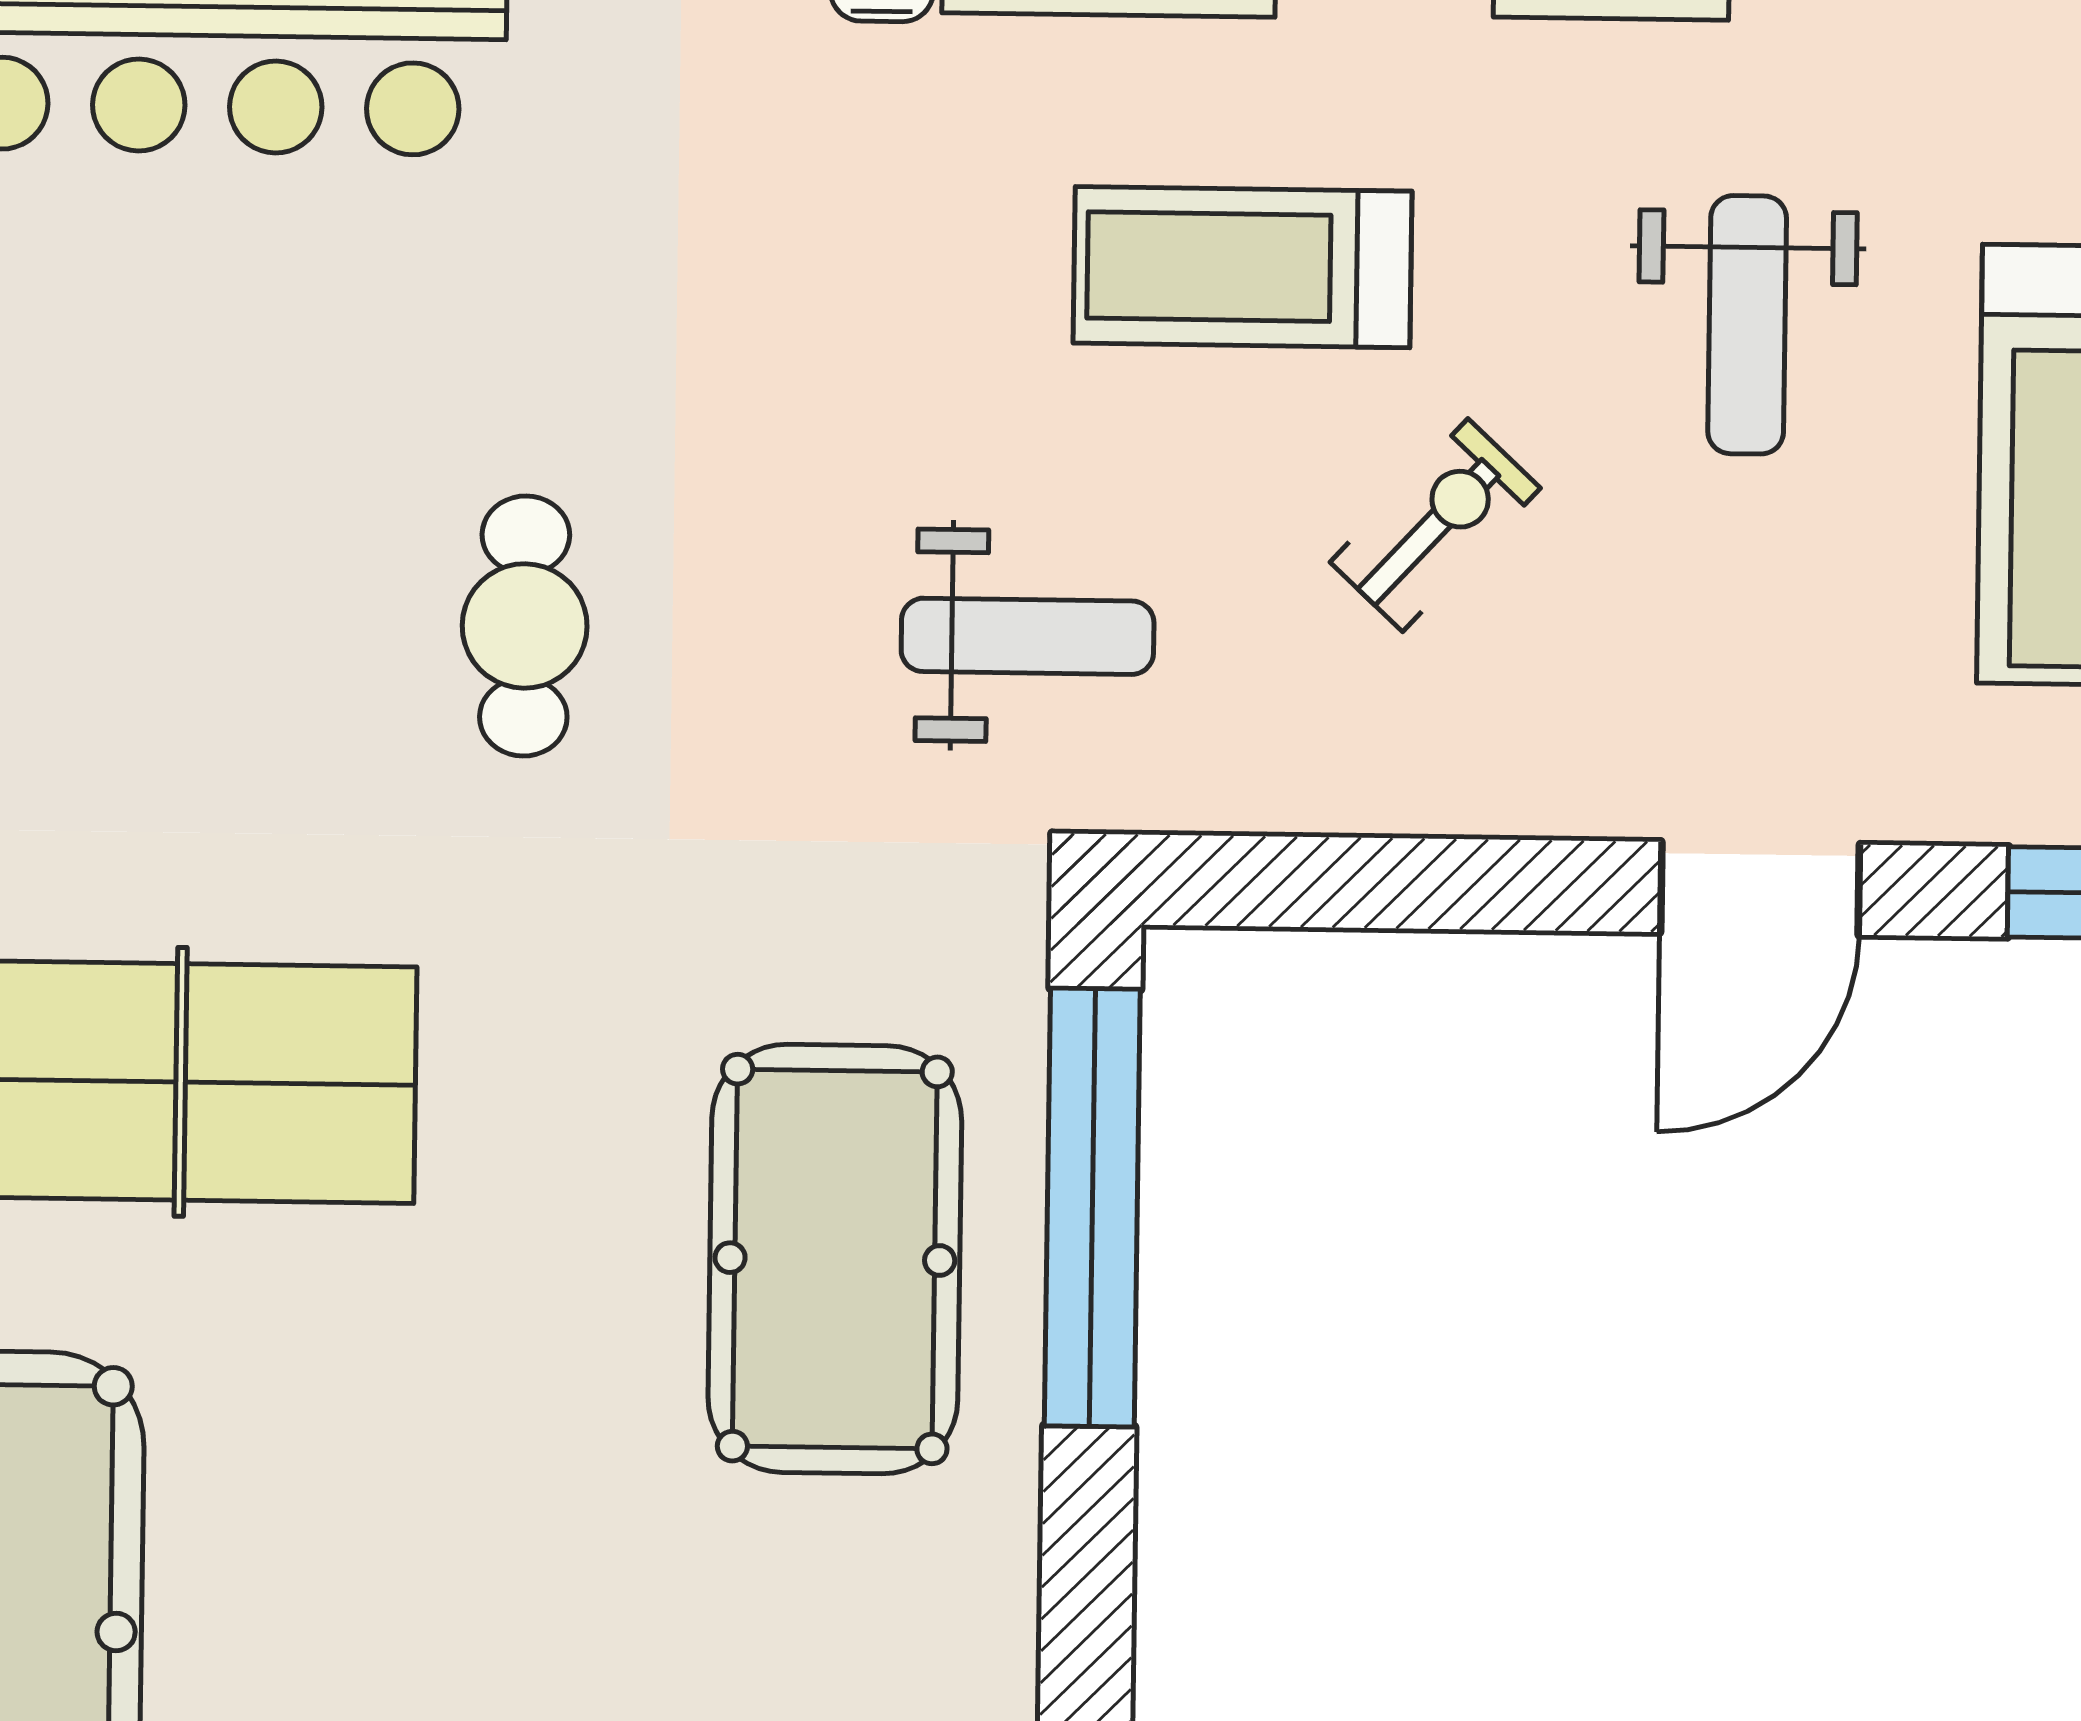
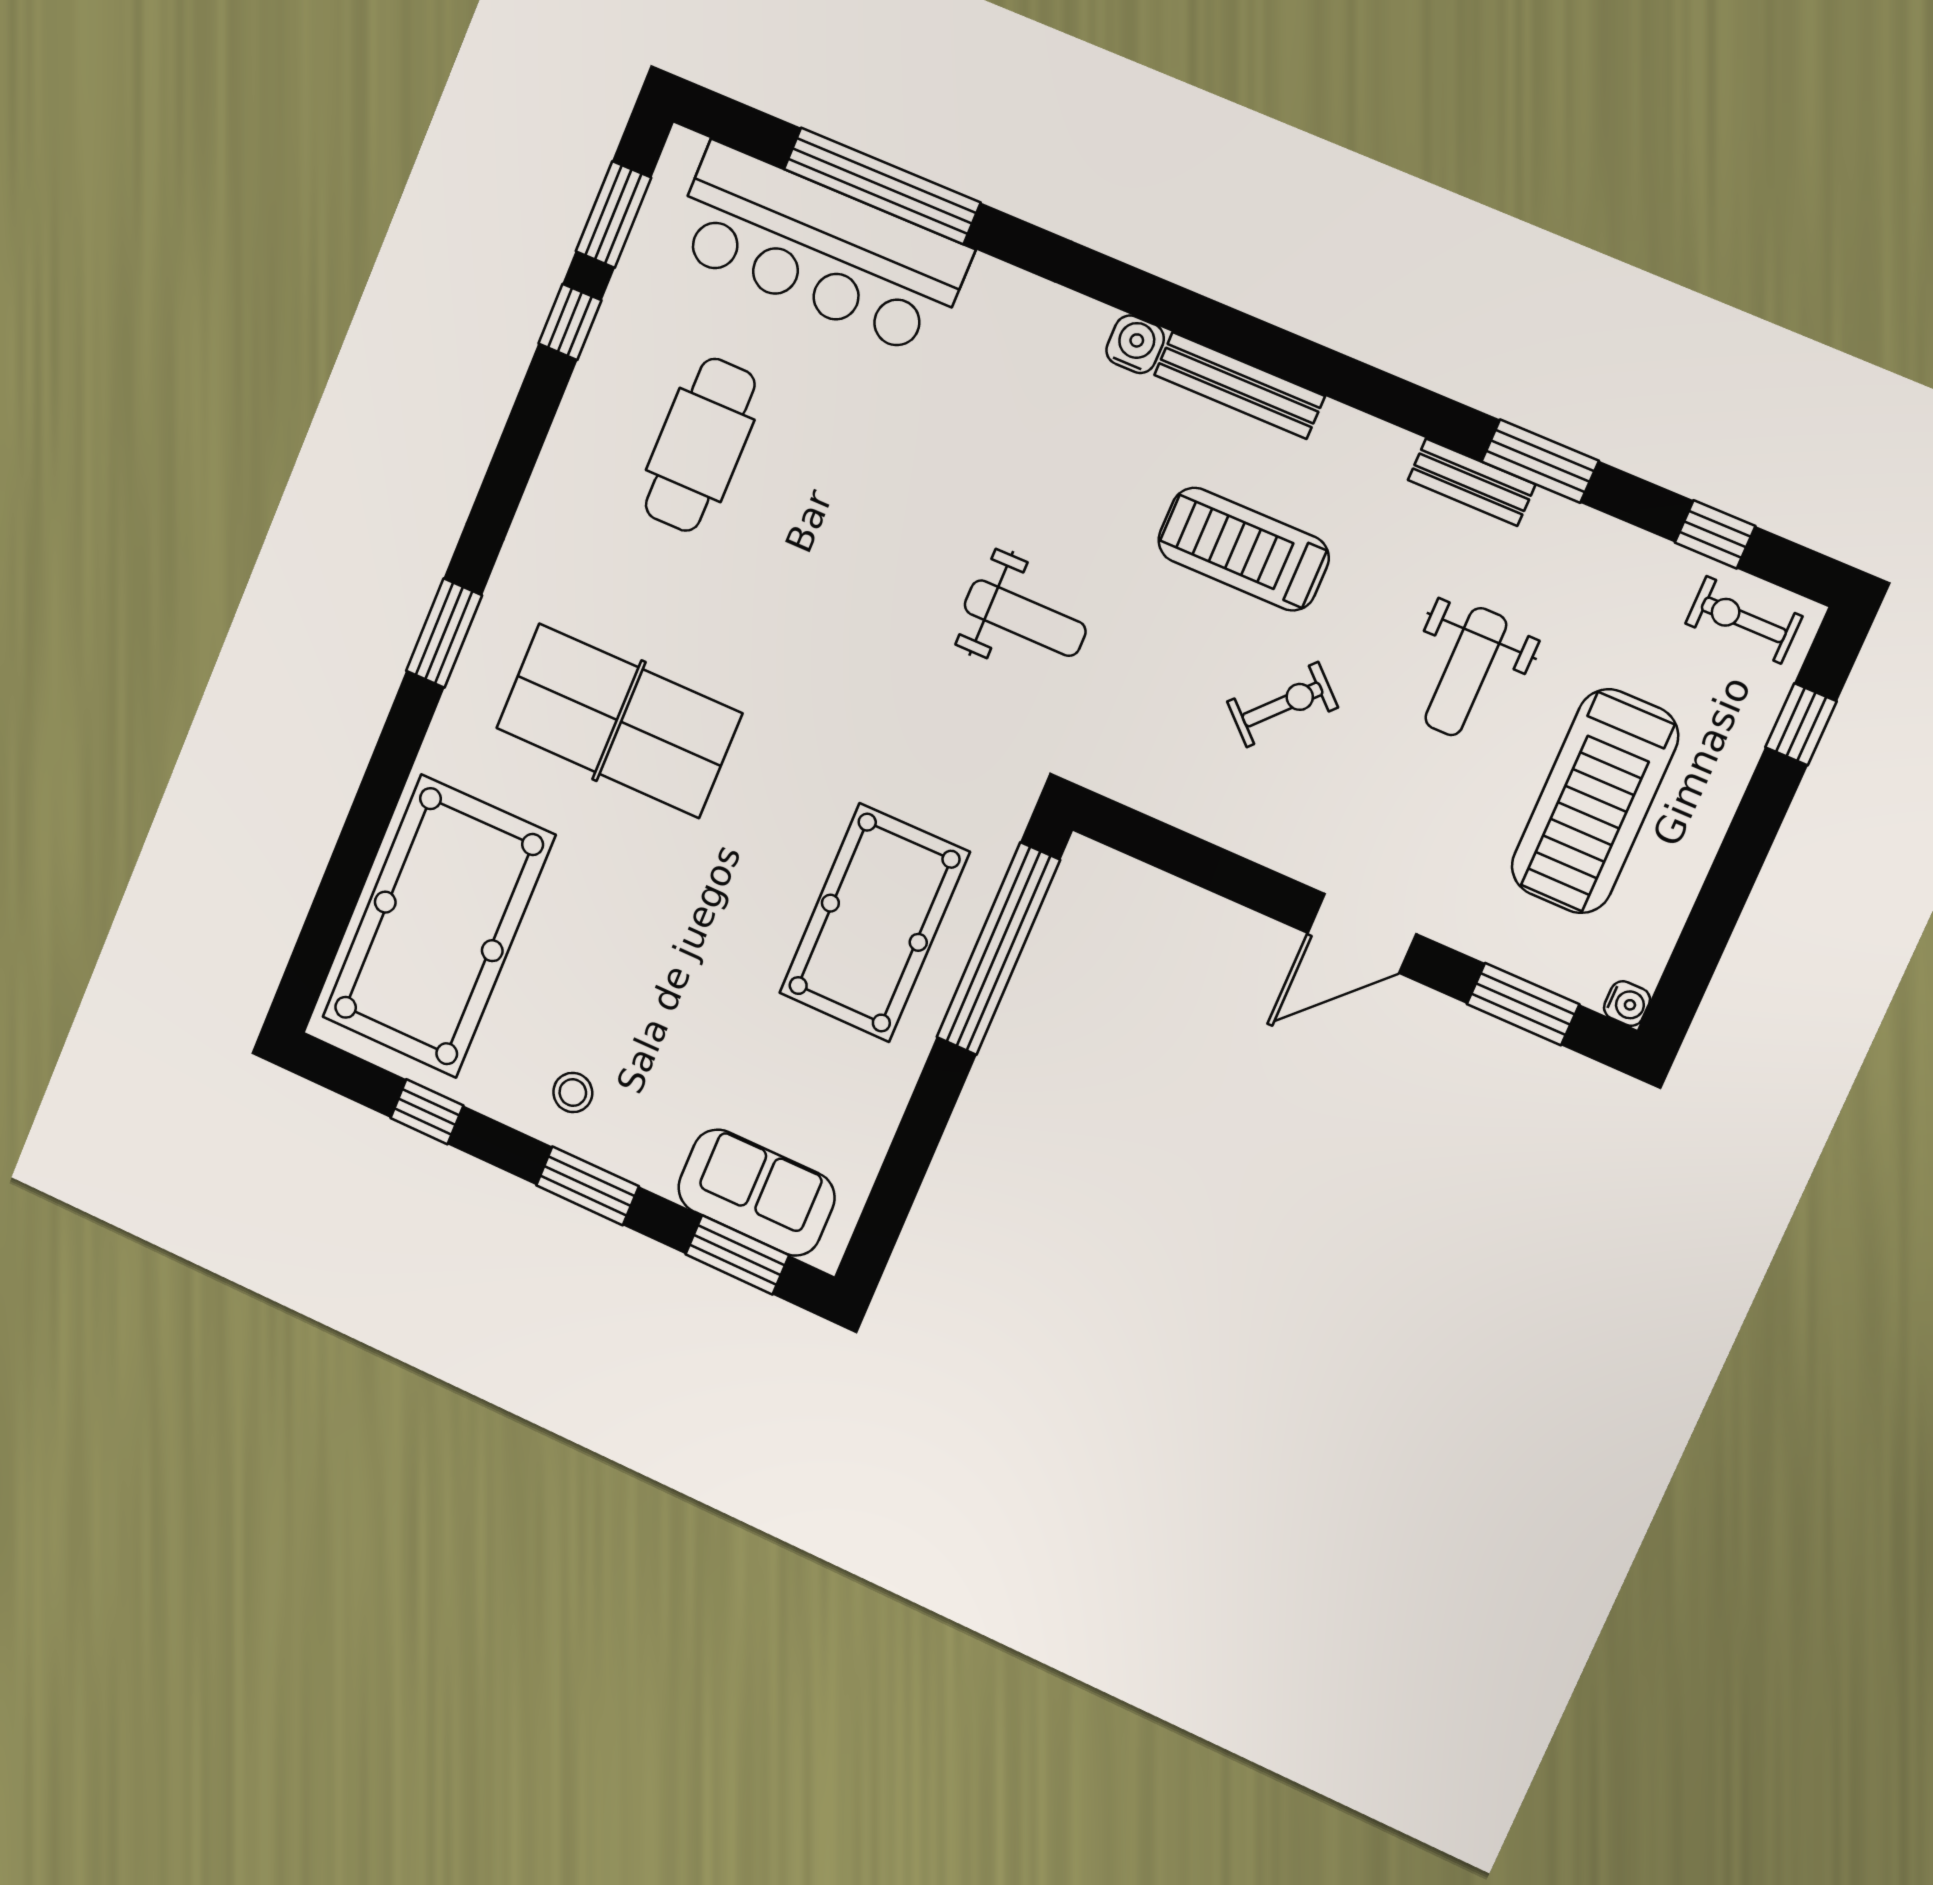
cafe table: (525, 626) -> (700, 445), moved, width x1.37, depth x1.35
weight bench: (1028, 636) -> (1025, 618), moved

